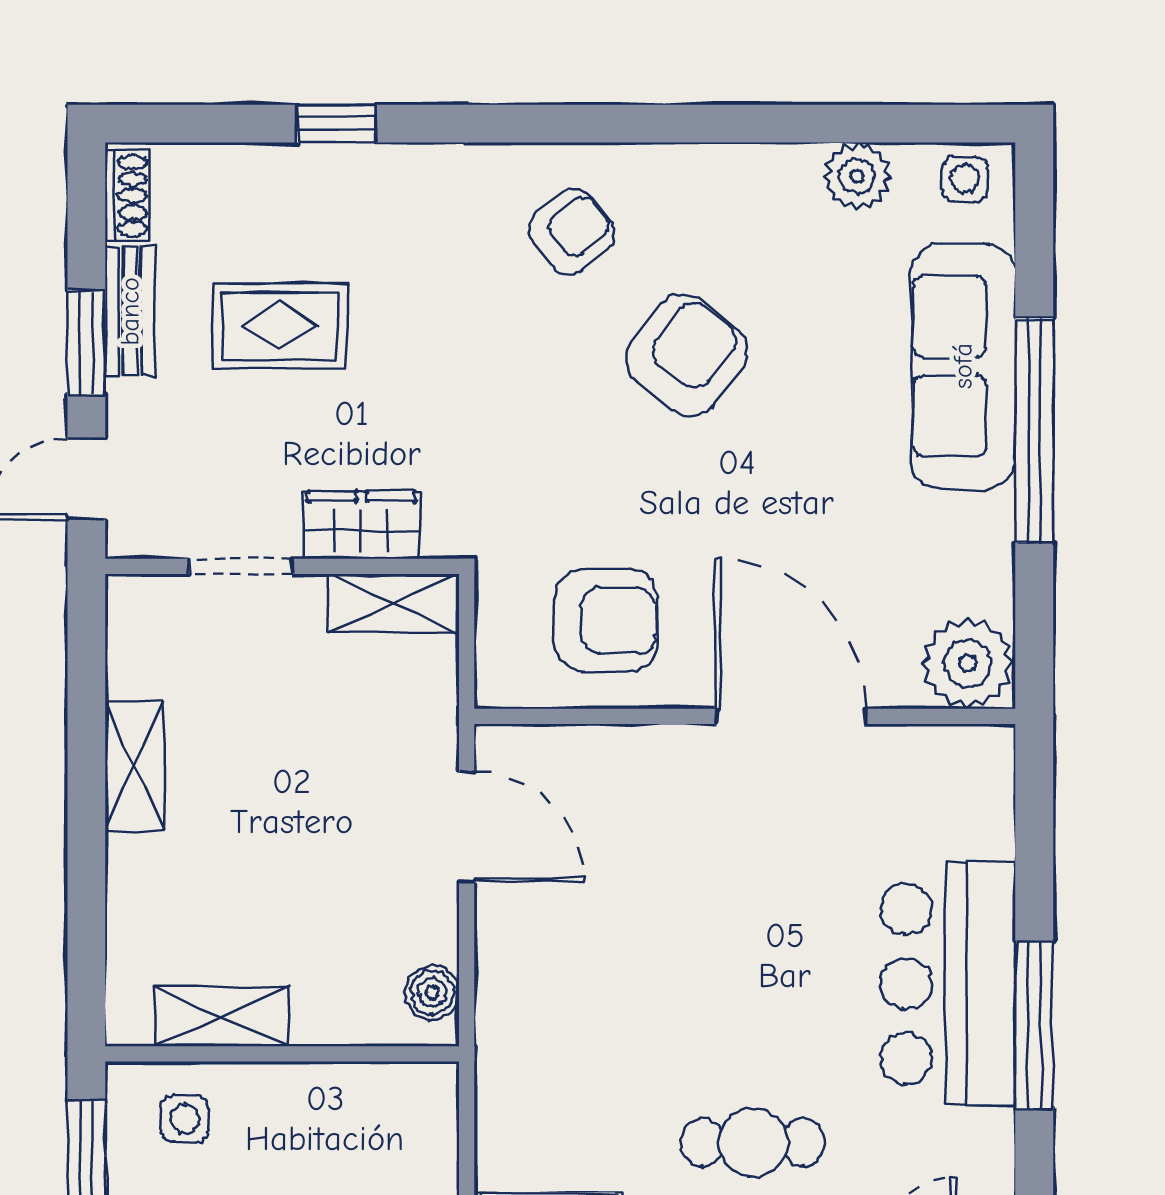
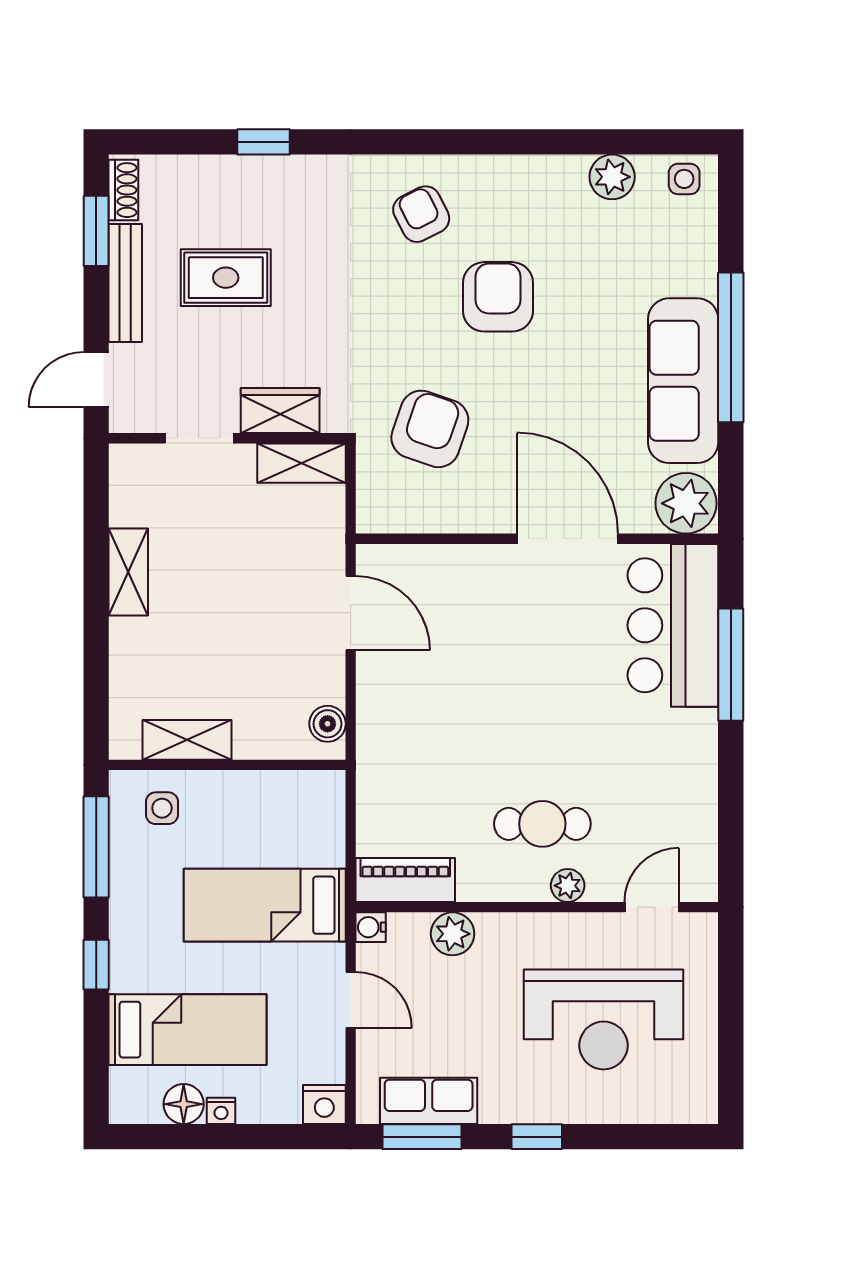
armchair: (572, 232) -> (421, 214), turned -79
bench: (130, 311) -> (125, 283), width x1.36
window: (86, 343) -> (96, 231), moved
armchair: (687, 355) -> (498, 297), turned -38
sofa: (963, 366) -> (683, 381), moved
armchair: (606, 621) -> (430, 429), moved, turned -71
bar counter: (948, 984) -> (673, 625), moved
window: (1034, 1025) -> (731, 665), moved

